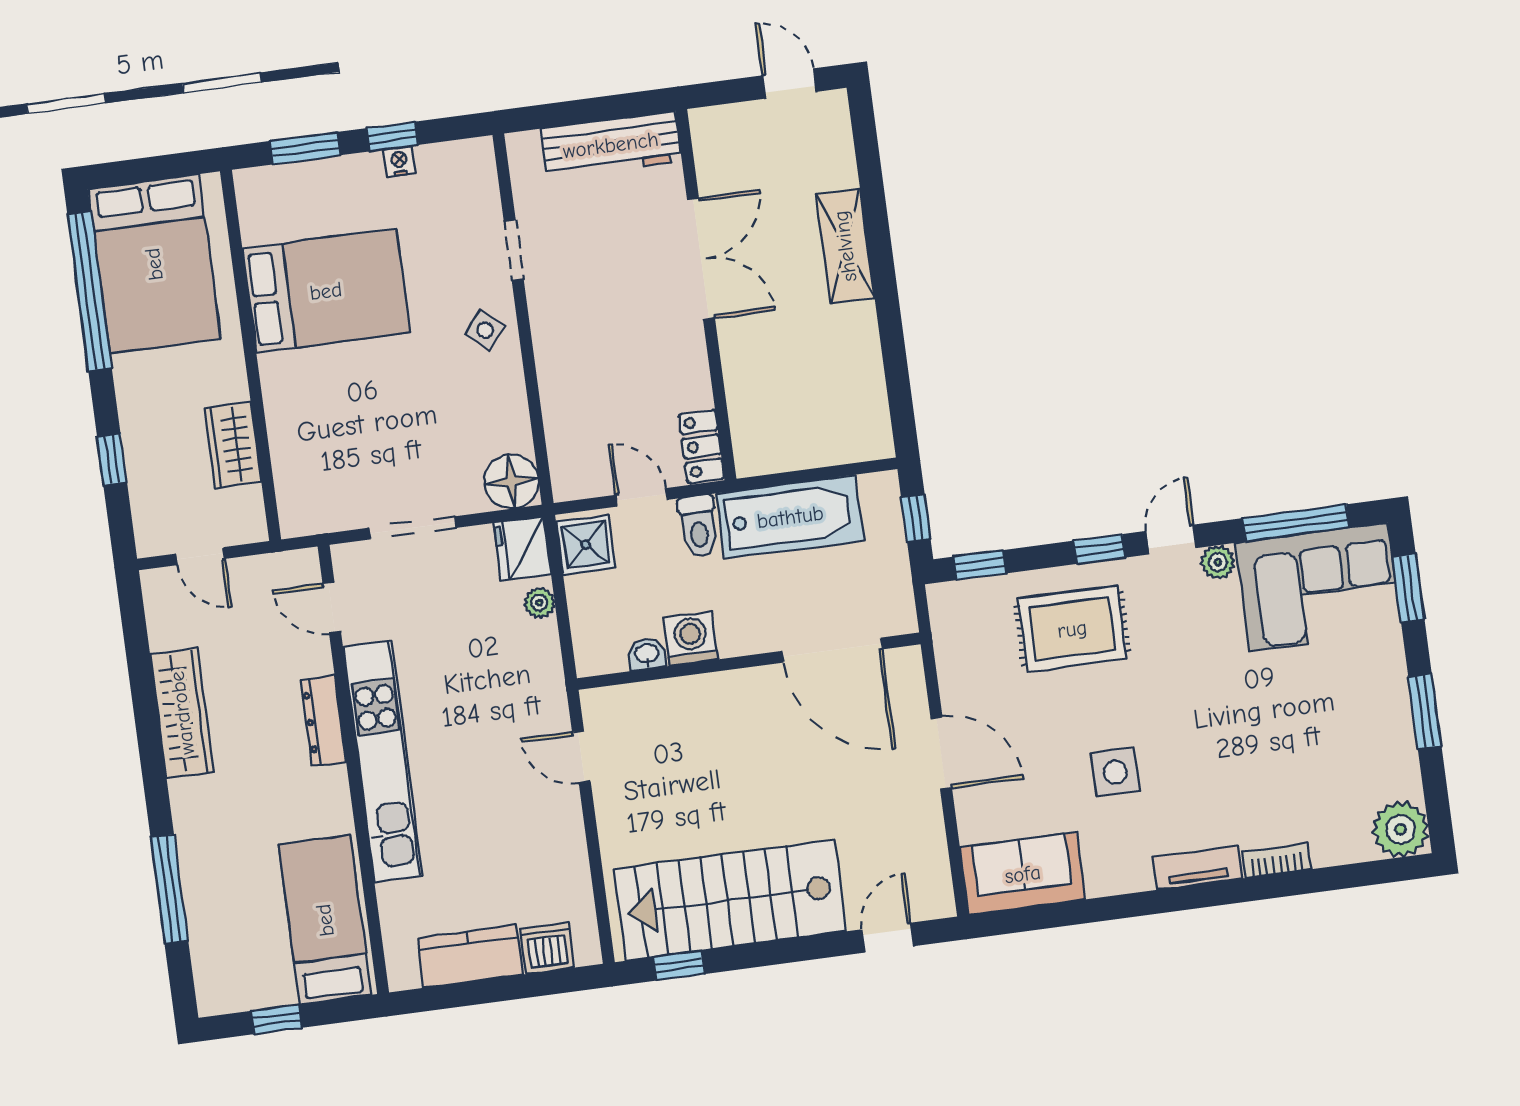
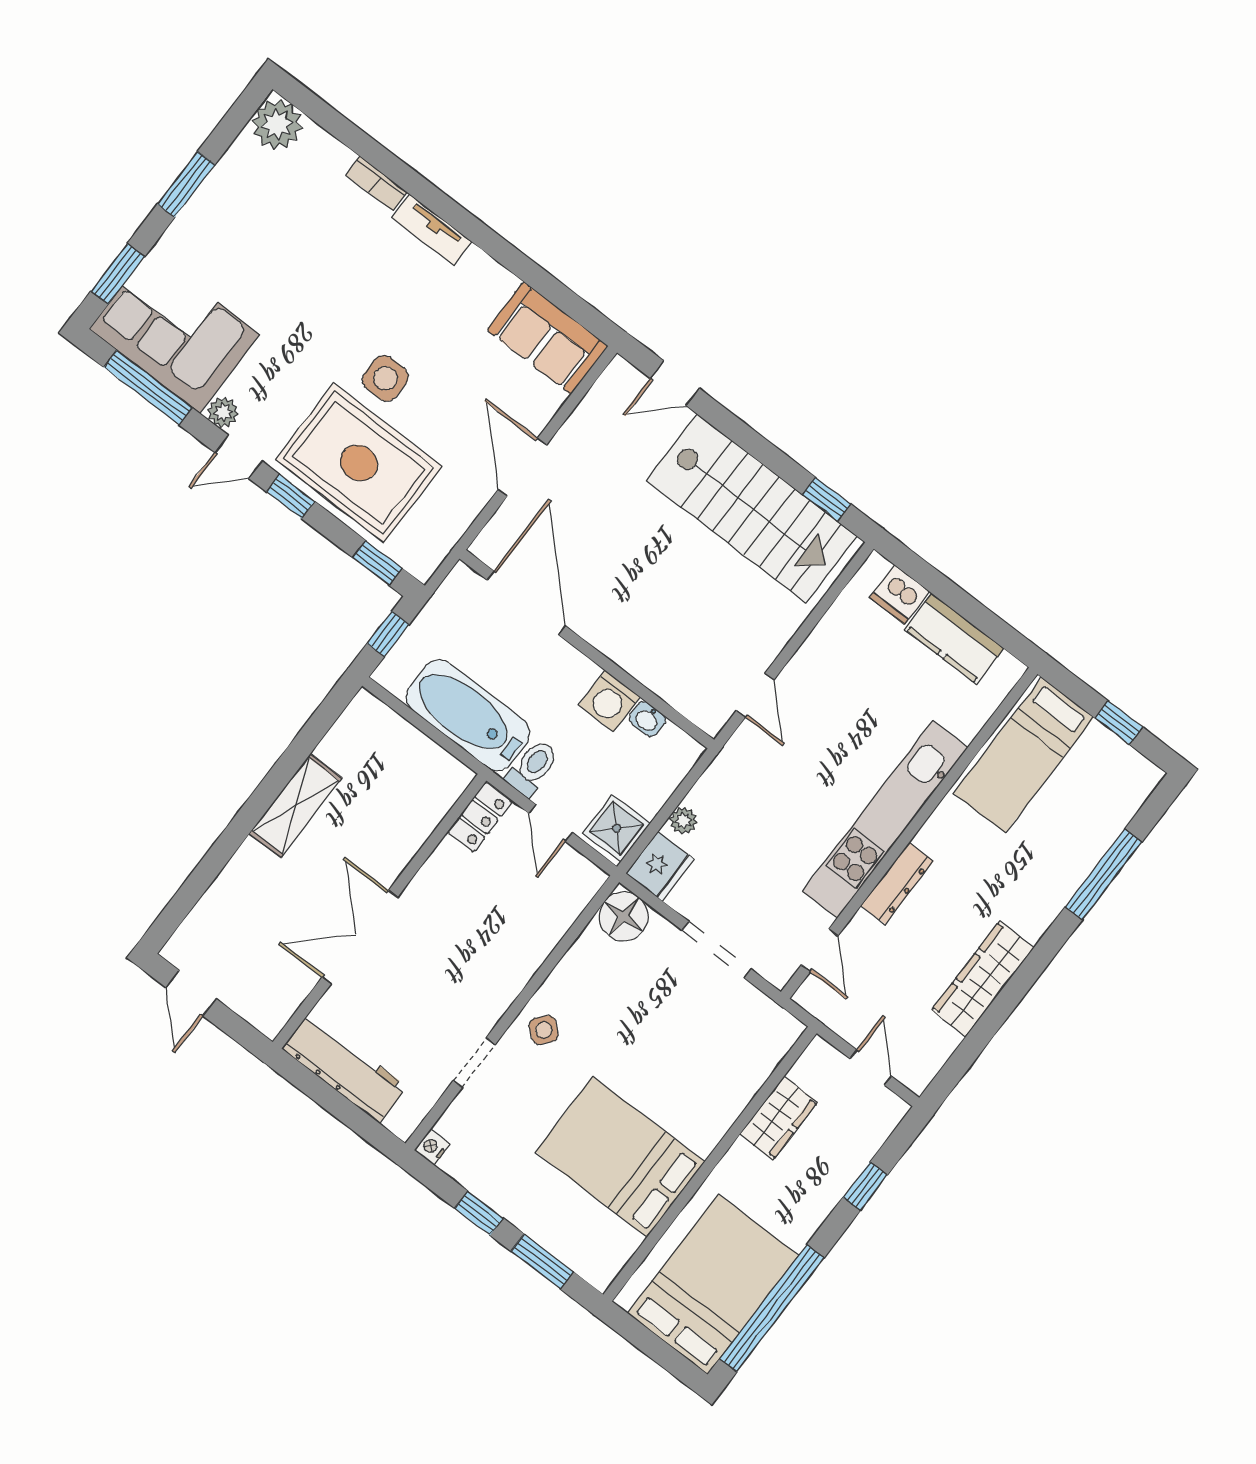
nightstand: (399, 161) -> (432, 1147), moved, turned 90
shelving: (845, 246) -> (296, 806), moved
rug: (1072, 629) -> (359, 463), width x1.37, depth x1.44
side table: (1115, 772) -> (385, 378), moved

